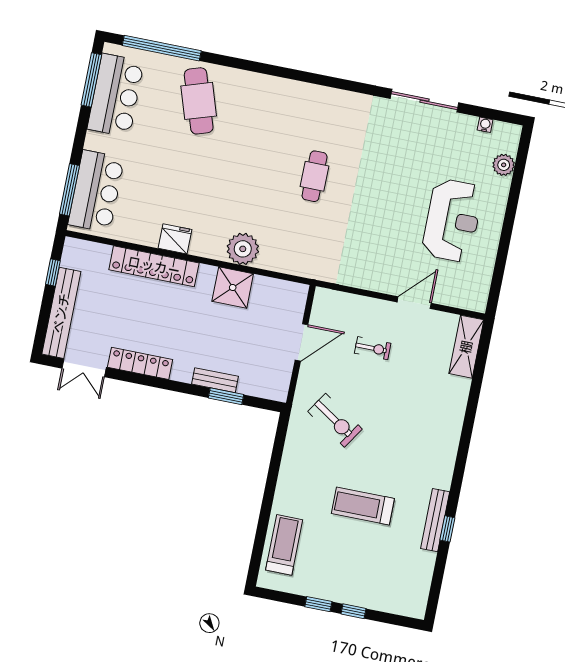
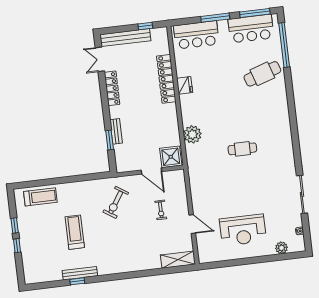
window: (69, 190) -> (215, 18), moved
plant: (243, 249) -> (192, 134), moved
shower: (233, 287) -> (171, 157), moved

